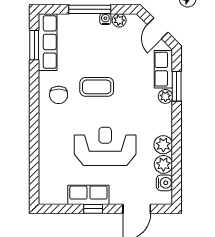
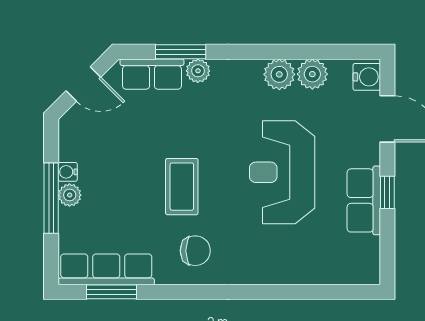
plant: (119, 20) -> (70, 195), moved
water cooler: (164, 183) -> (367, 77), moved, turned 90

